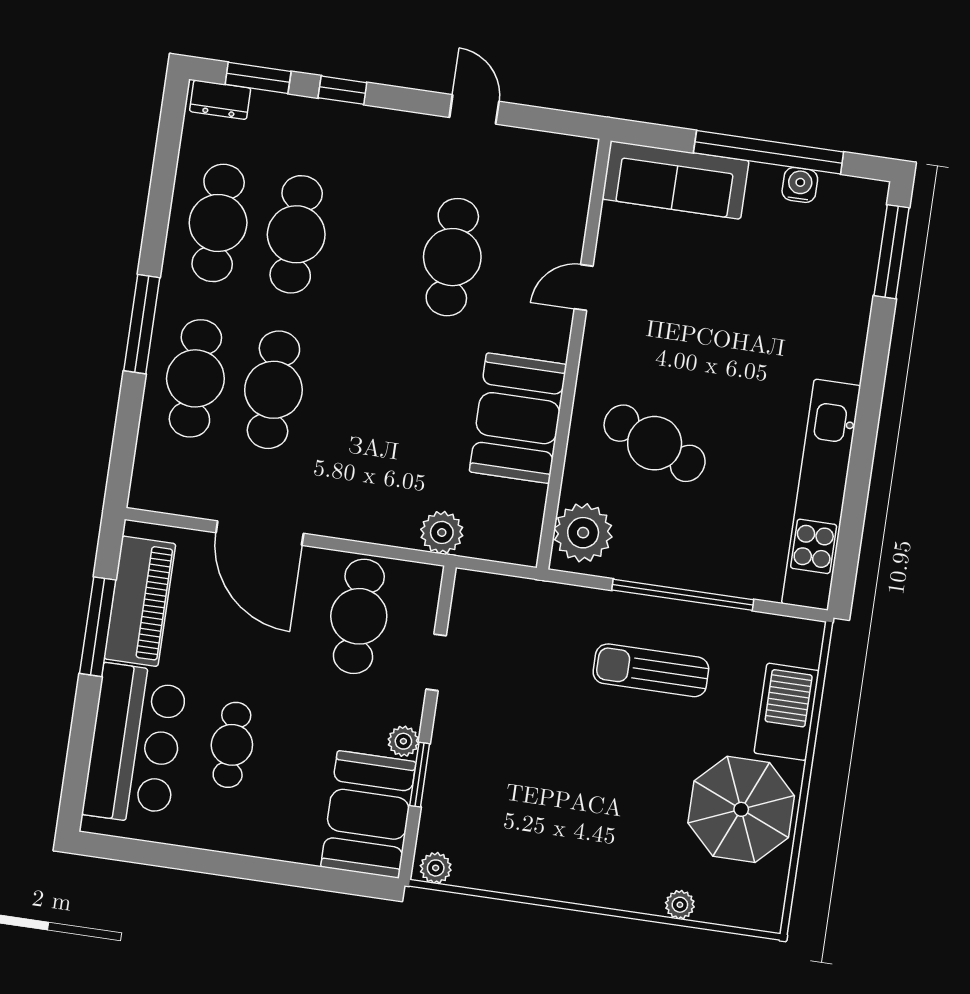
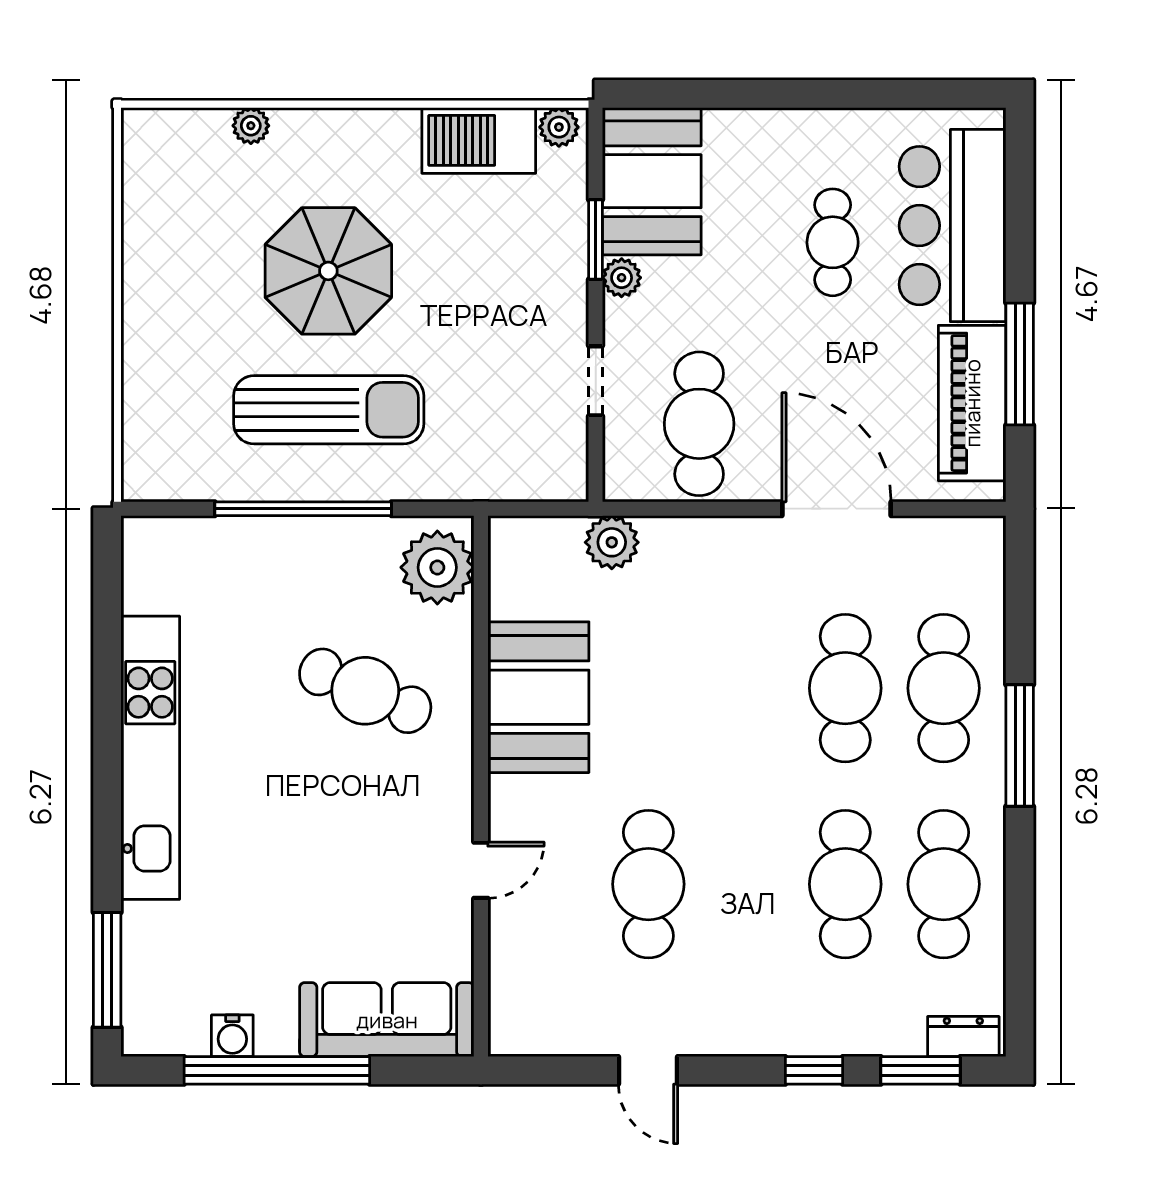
kitchen unit: (821, 495) -> (150, 758), moved
sun lounger: (651, 670) -> (329, 410), width x1.36, depth x1.34
barbecue: (787, 712) -> (479, 140), moved, turned 90
parasol: (741, 809) -> (328, 271), moved

